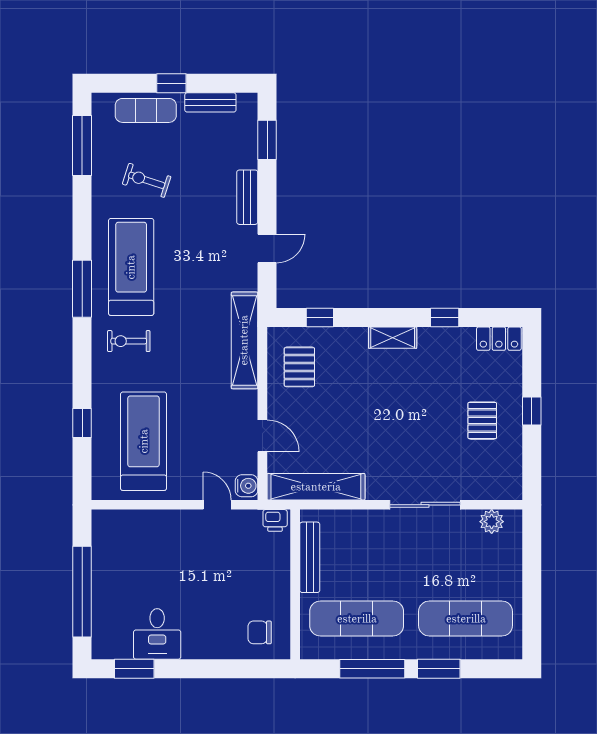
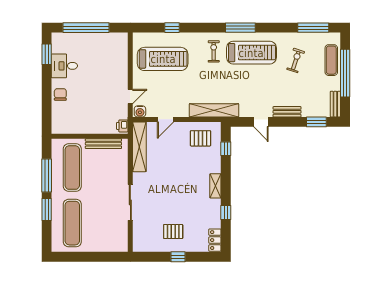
window: (171, 83) -> (345, 73), width x3.17
bench: (210, 102) -> (335, 104), moved
plant: (492, 522) -> (122, 236), removed
chair: (260, 632) -> (60, 94), moved

